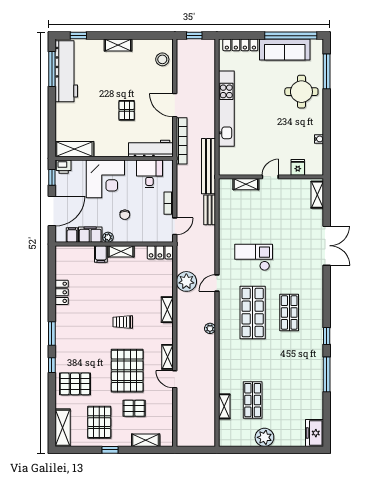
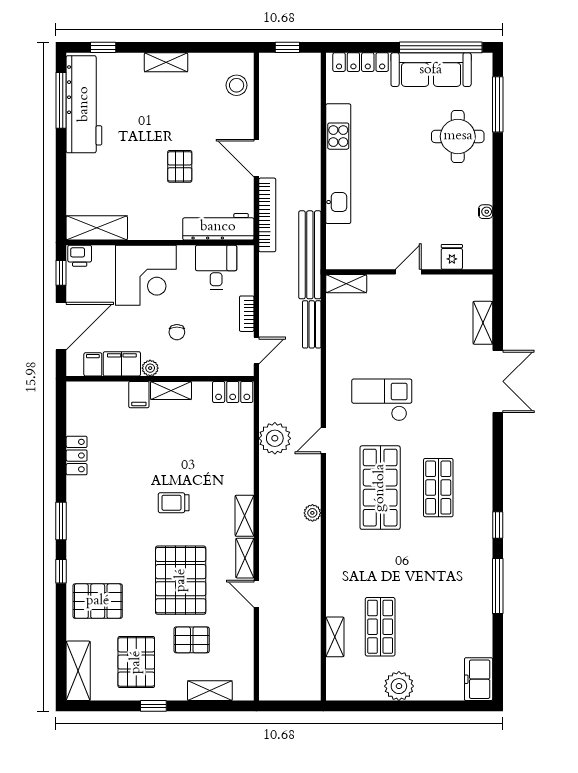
shelving: (246, 184) -> (346, 284), moved
shelving: (317, 195) -> (483, 323), moved
shelving: (167, 310) -> (245, 516), moved

